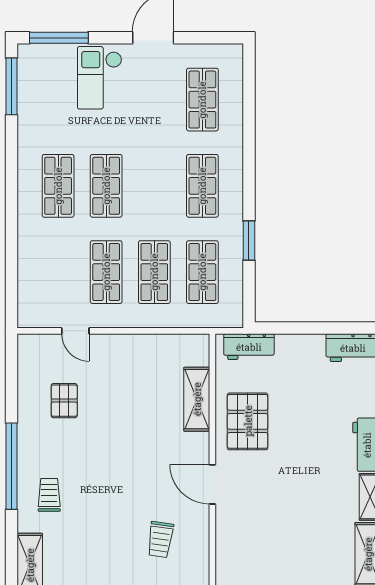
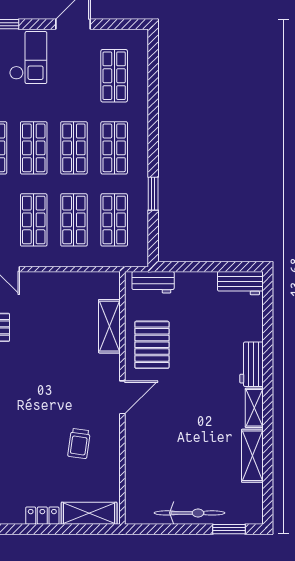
checkout: (100, 78) -> (28, 58), turned 180
shop shelf: (154, 186) -> (74, 148), added
door: (212, 484) -> (122, 397), swing flipped

